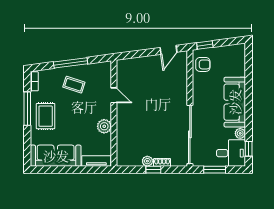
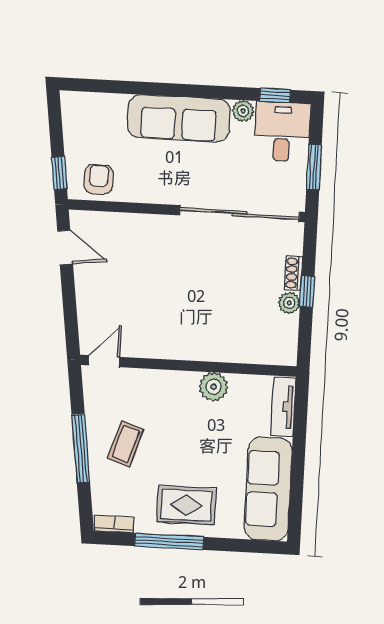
door: (114, 95) -> (104, 361), moved

